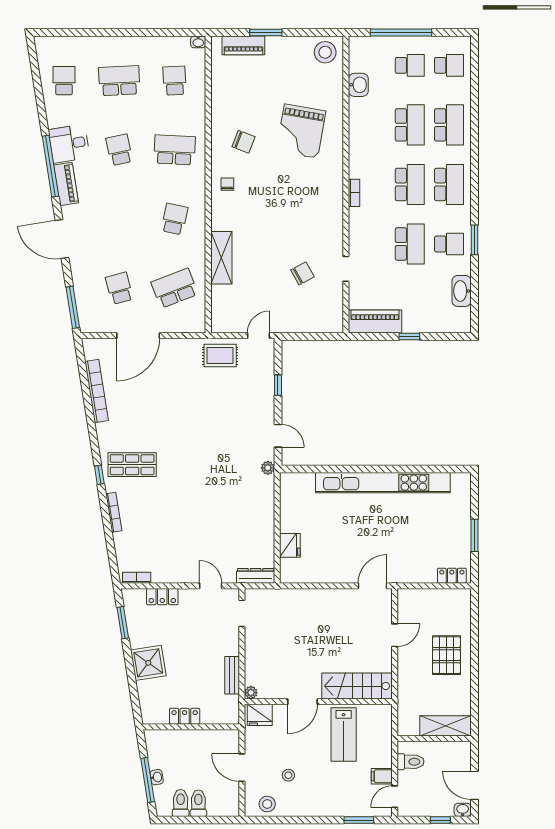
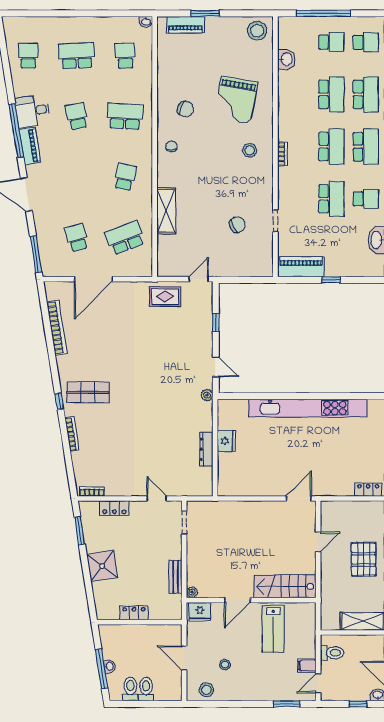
stool: (316, 189) -> (250, 150), added
fridge: (290, 545) -> (226, 441), moved
dresser: (256, 576) -> (206, 449), moved, turned -90

